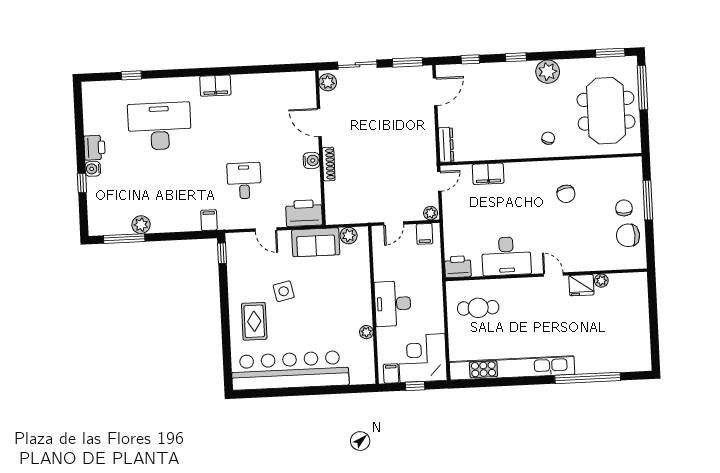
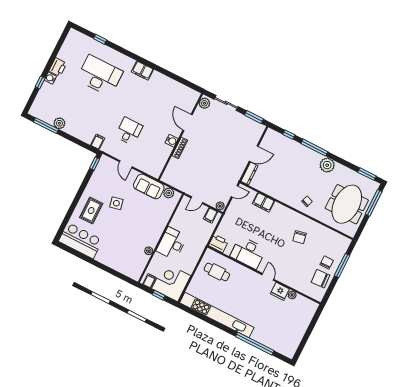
window: (516, 57) -> (314, 148), width x2.17
door: (435, 92) -> (254, 154), moved
printer: (304, 213) -> (151, 167), removed
bar counter: (290, 370) -> (81, 241), width x0.54

